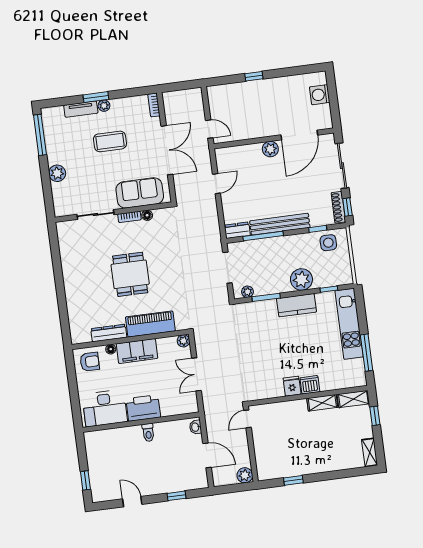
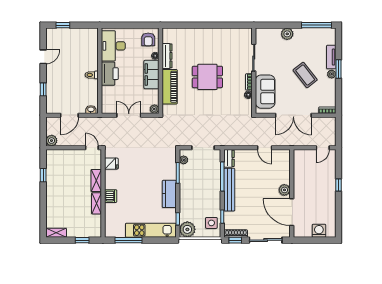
door: (209, 129) -> (323, 148), moved
coffee table: (110, 141) -> (305, 75), turned -38
plant: (301, 279) -> (187, 229), moved
fridge: (292, 386) -> (111, 164), moved
shelving: (353, 399) -> (96, 181), moved

